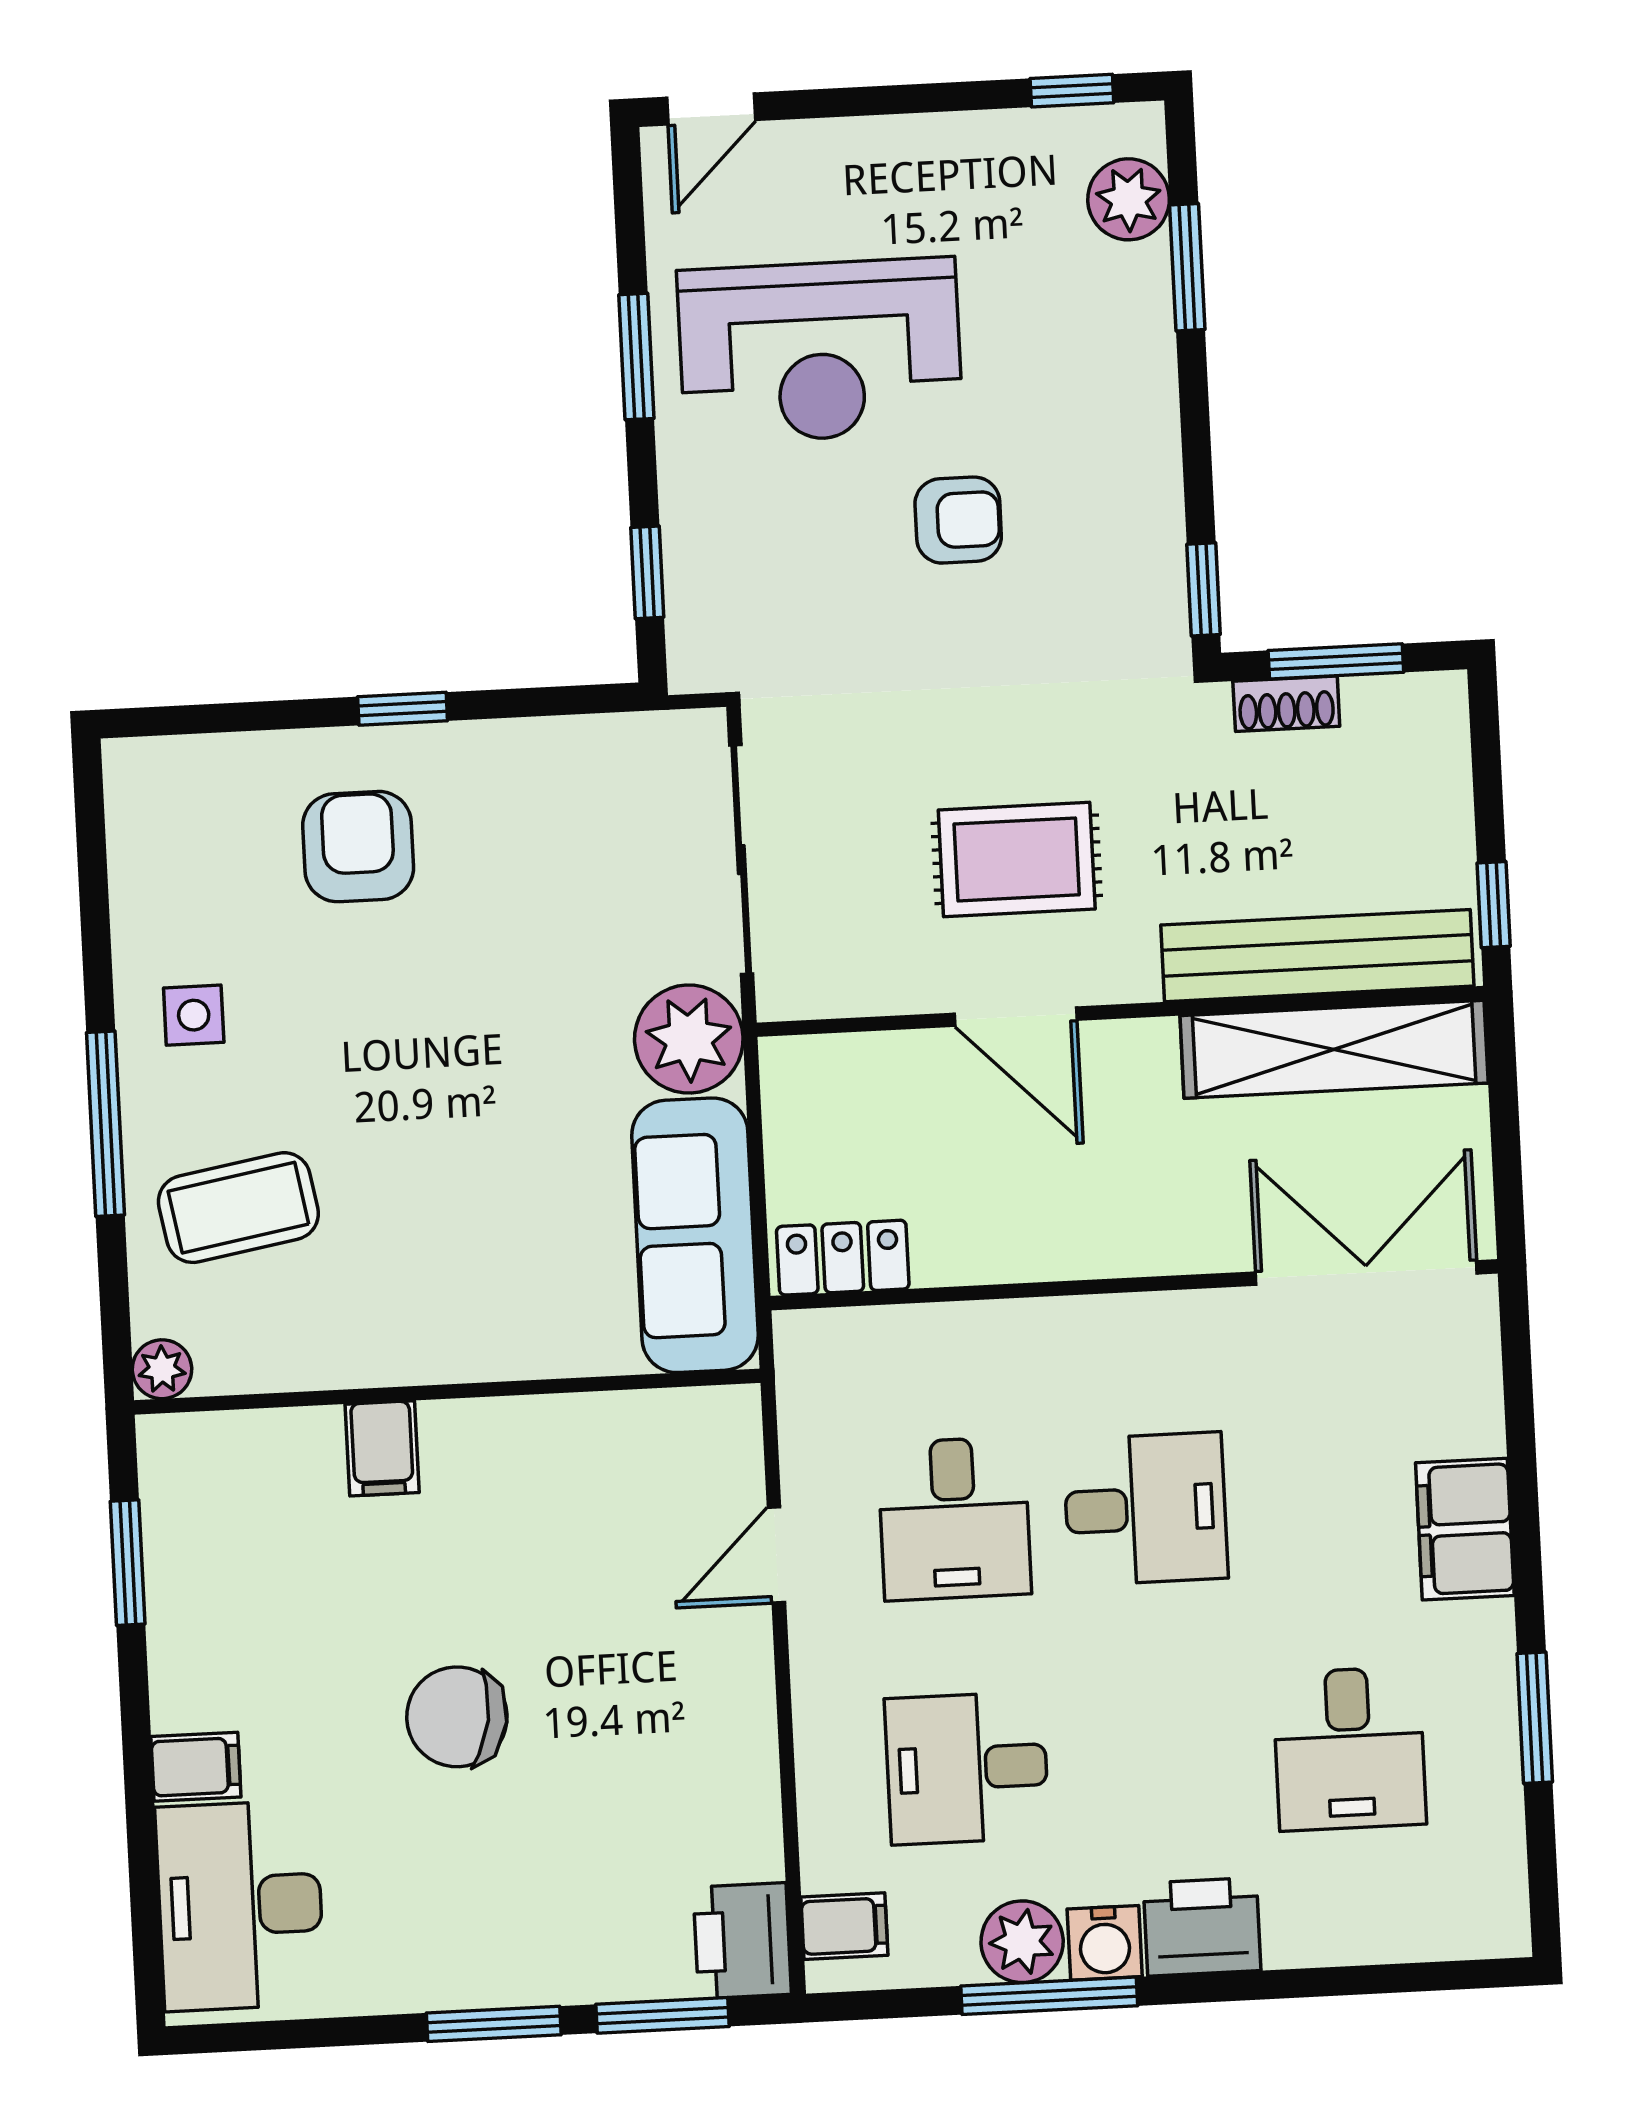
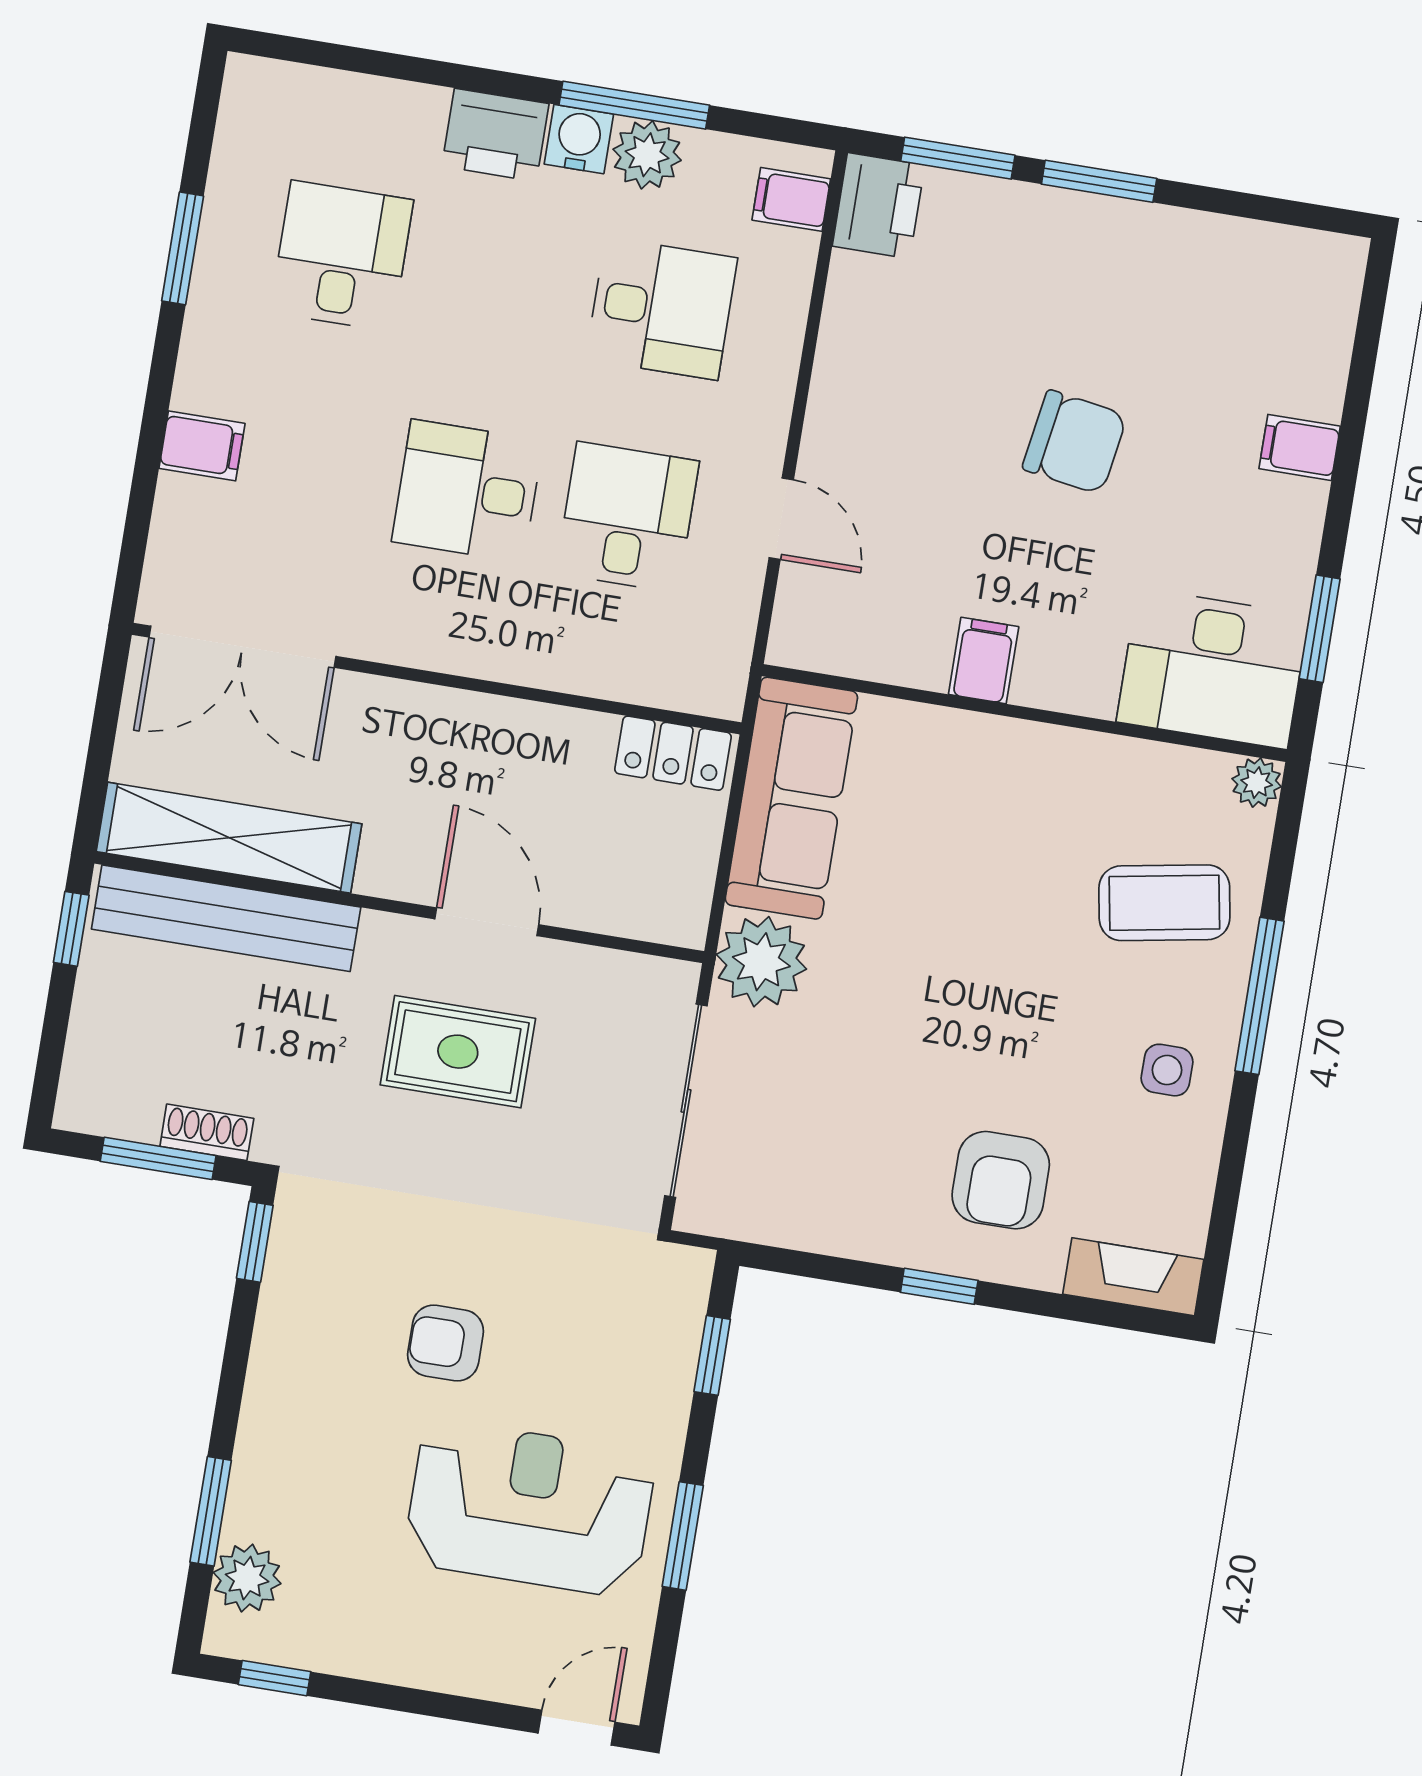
fireplace: (181, 768) -> (1133, 1277), added
filing cabinet: (382, 1448) -> (984, 661), moved
filing cabinet: (1465, 1529) -> (202, 446), width x0.50
door: (776, 1555) -> (781, 519), hinge flipped
desk: (240, 1906) -> (1213, 669), moved, turned 90

